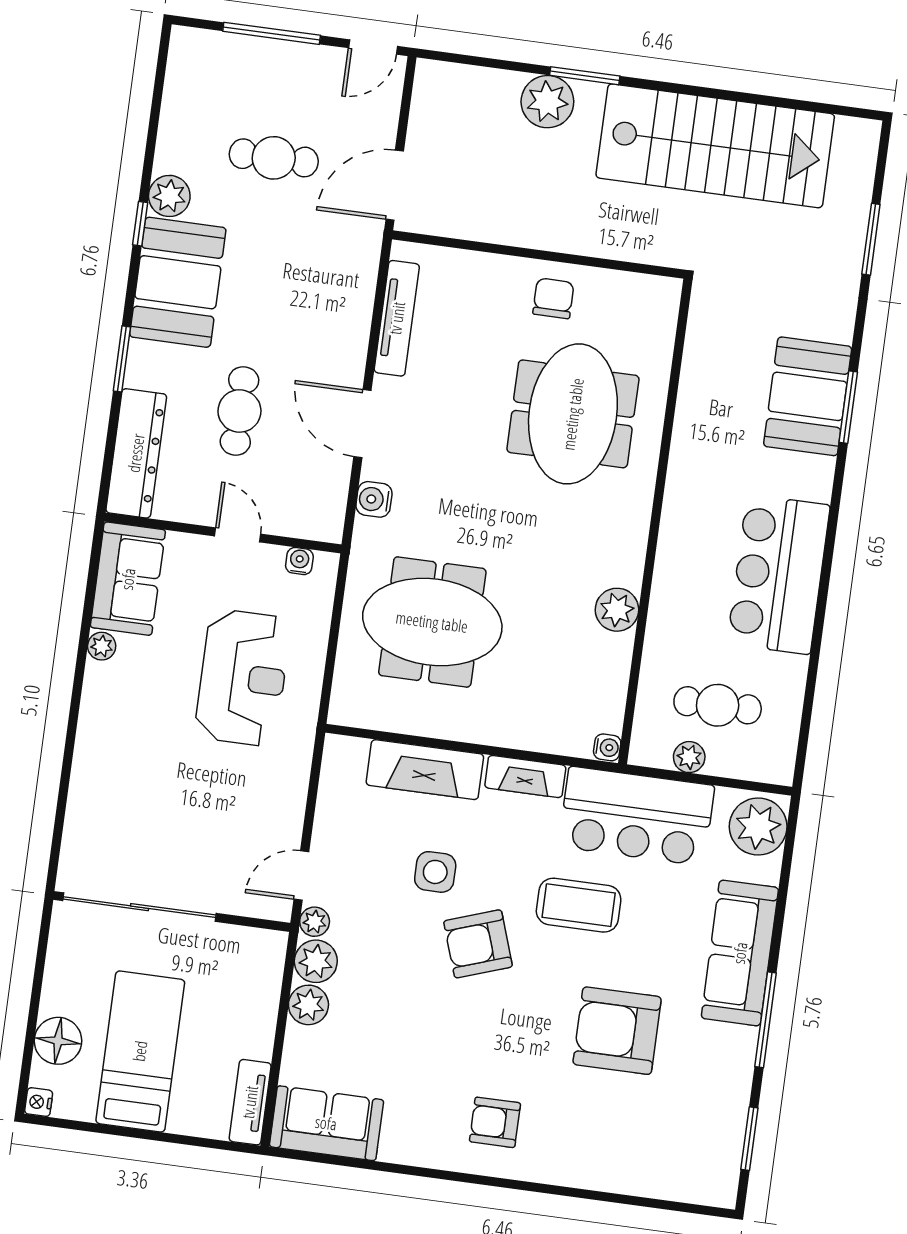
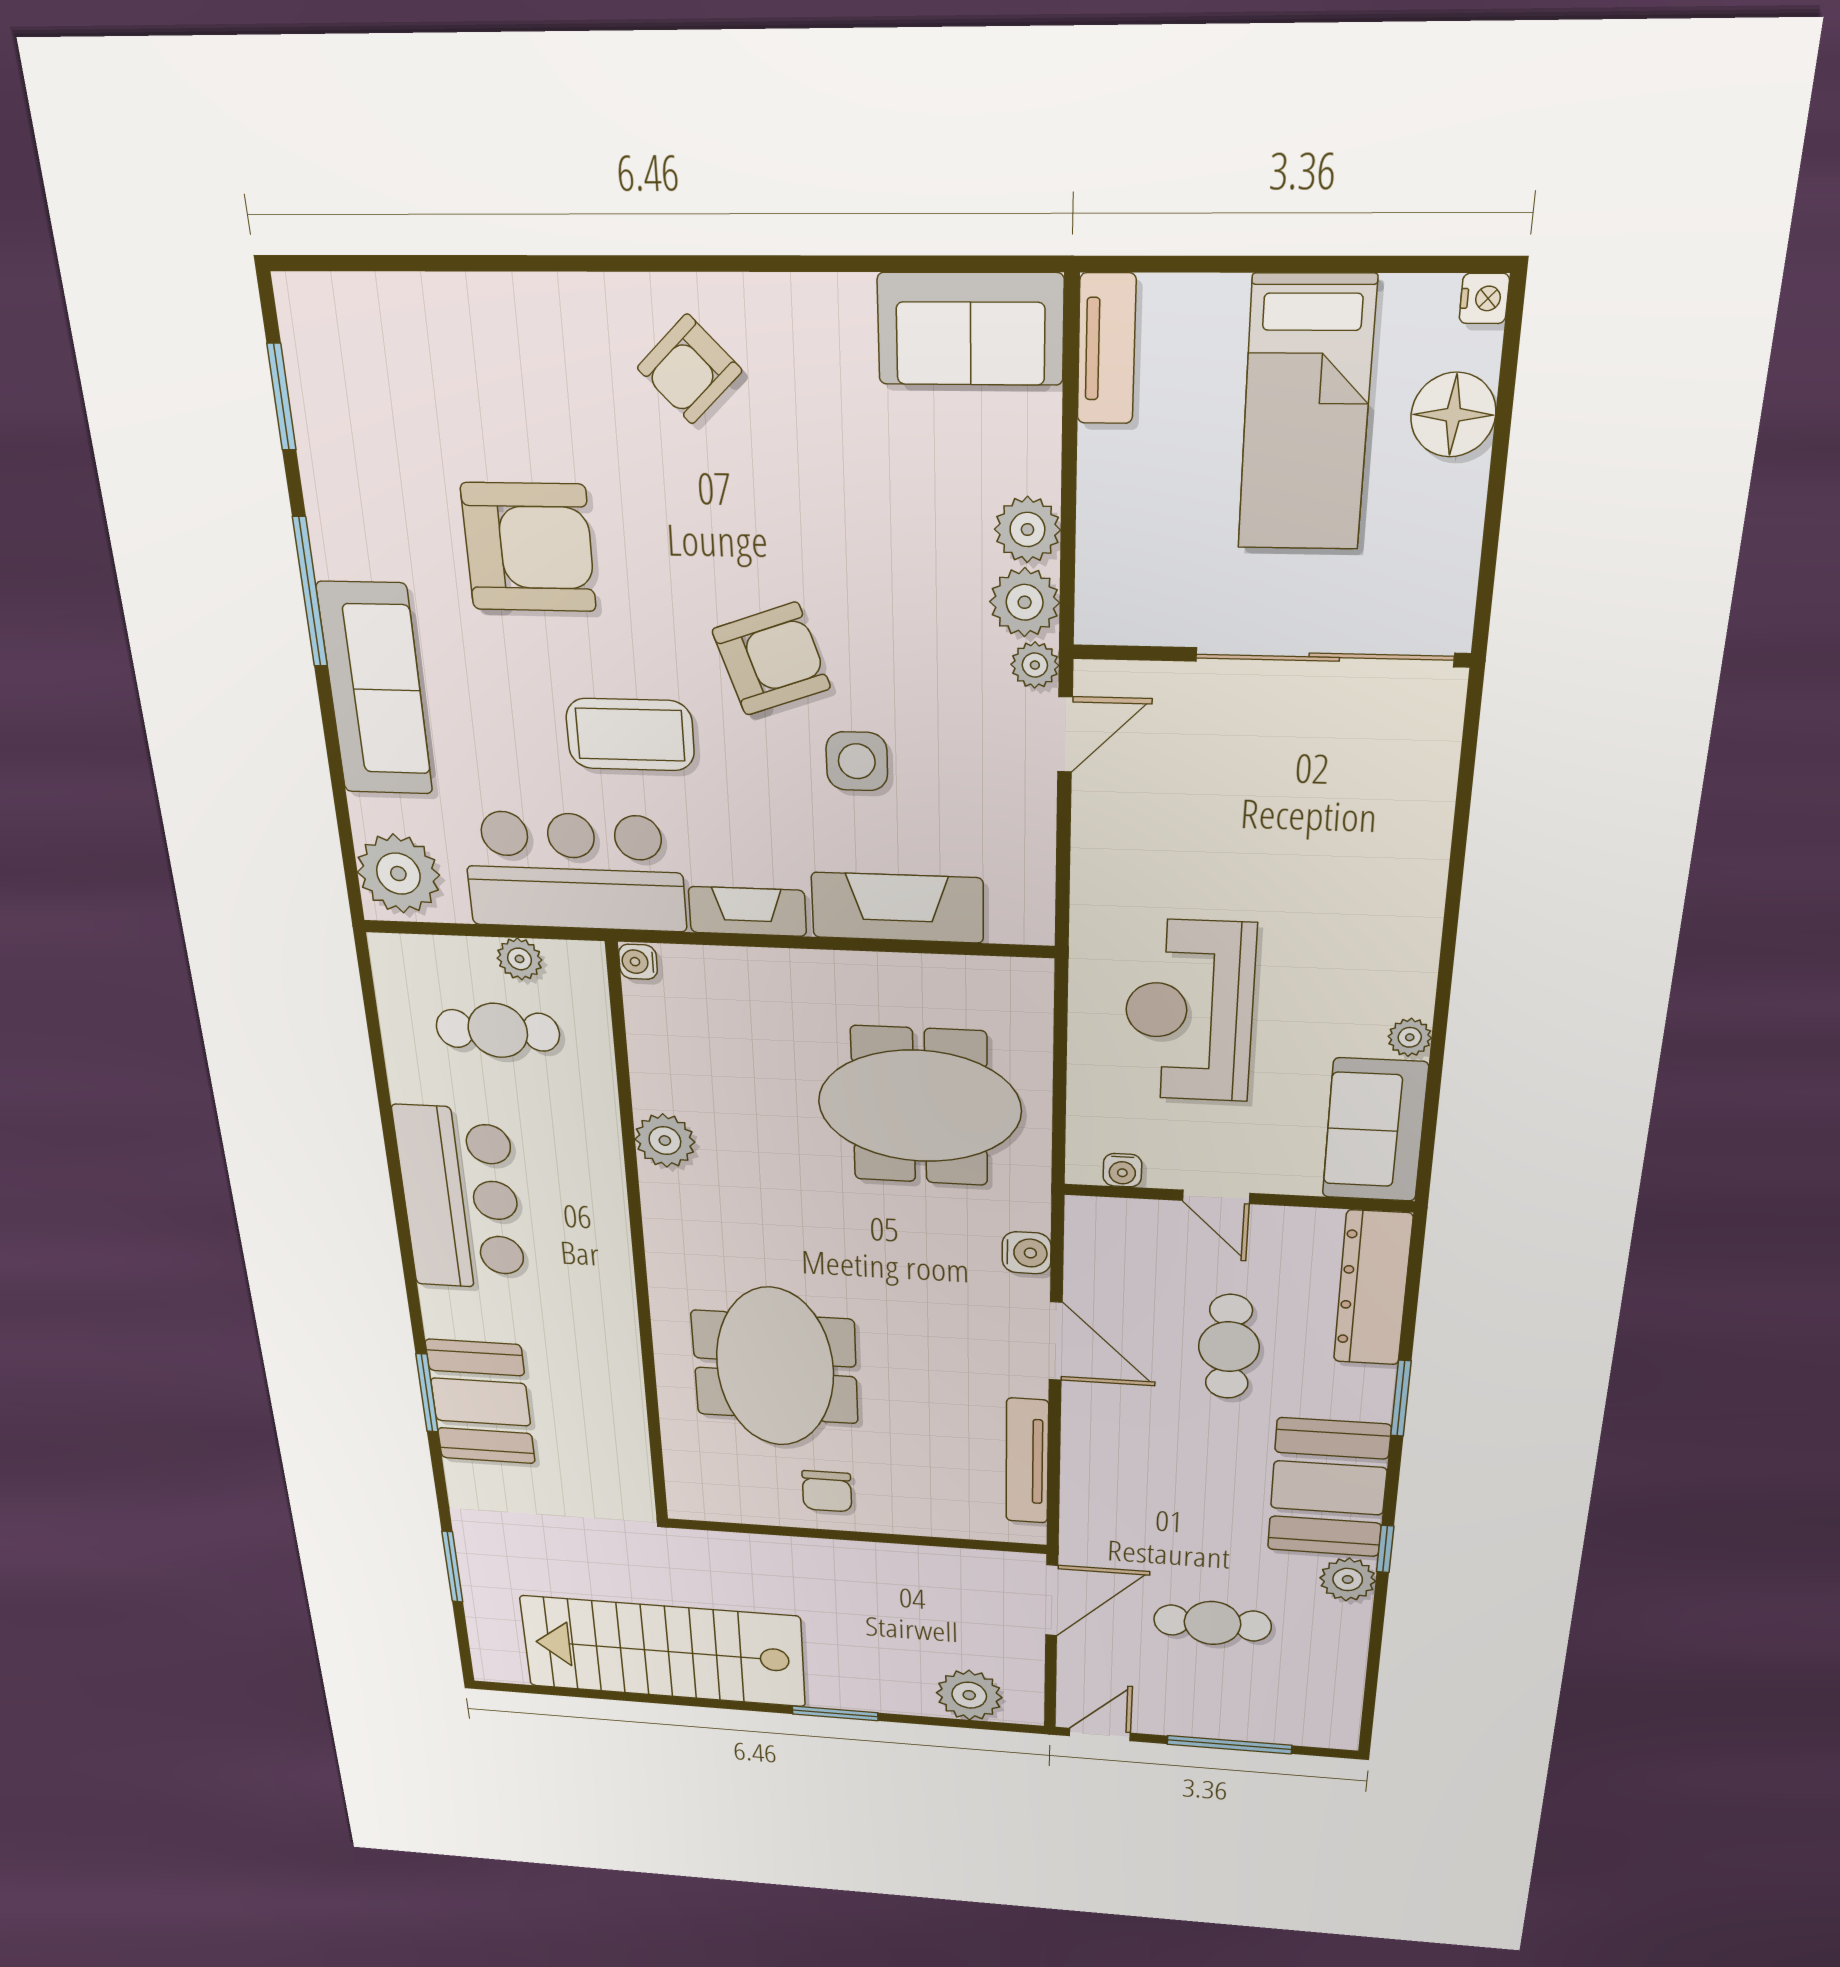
plant: (547, 102) -> (969, 1695), moved
armchair: (495, 1122) -> (690, 369), turned 136

